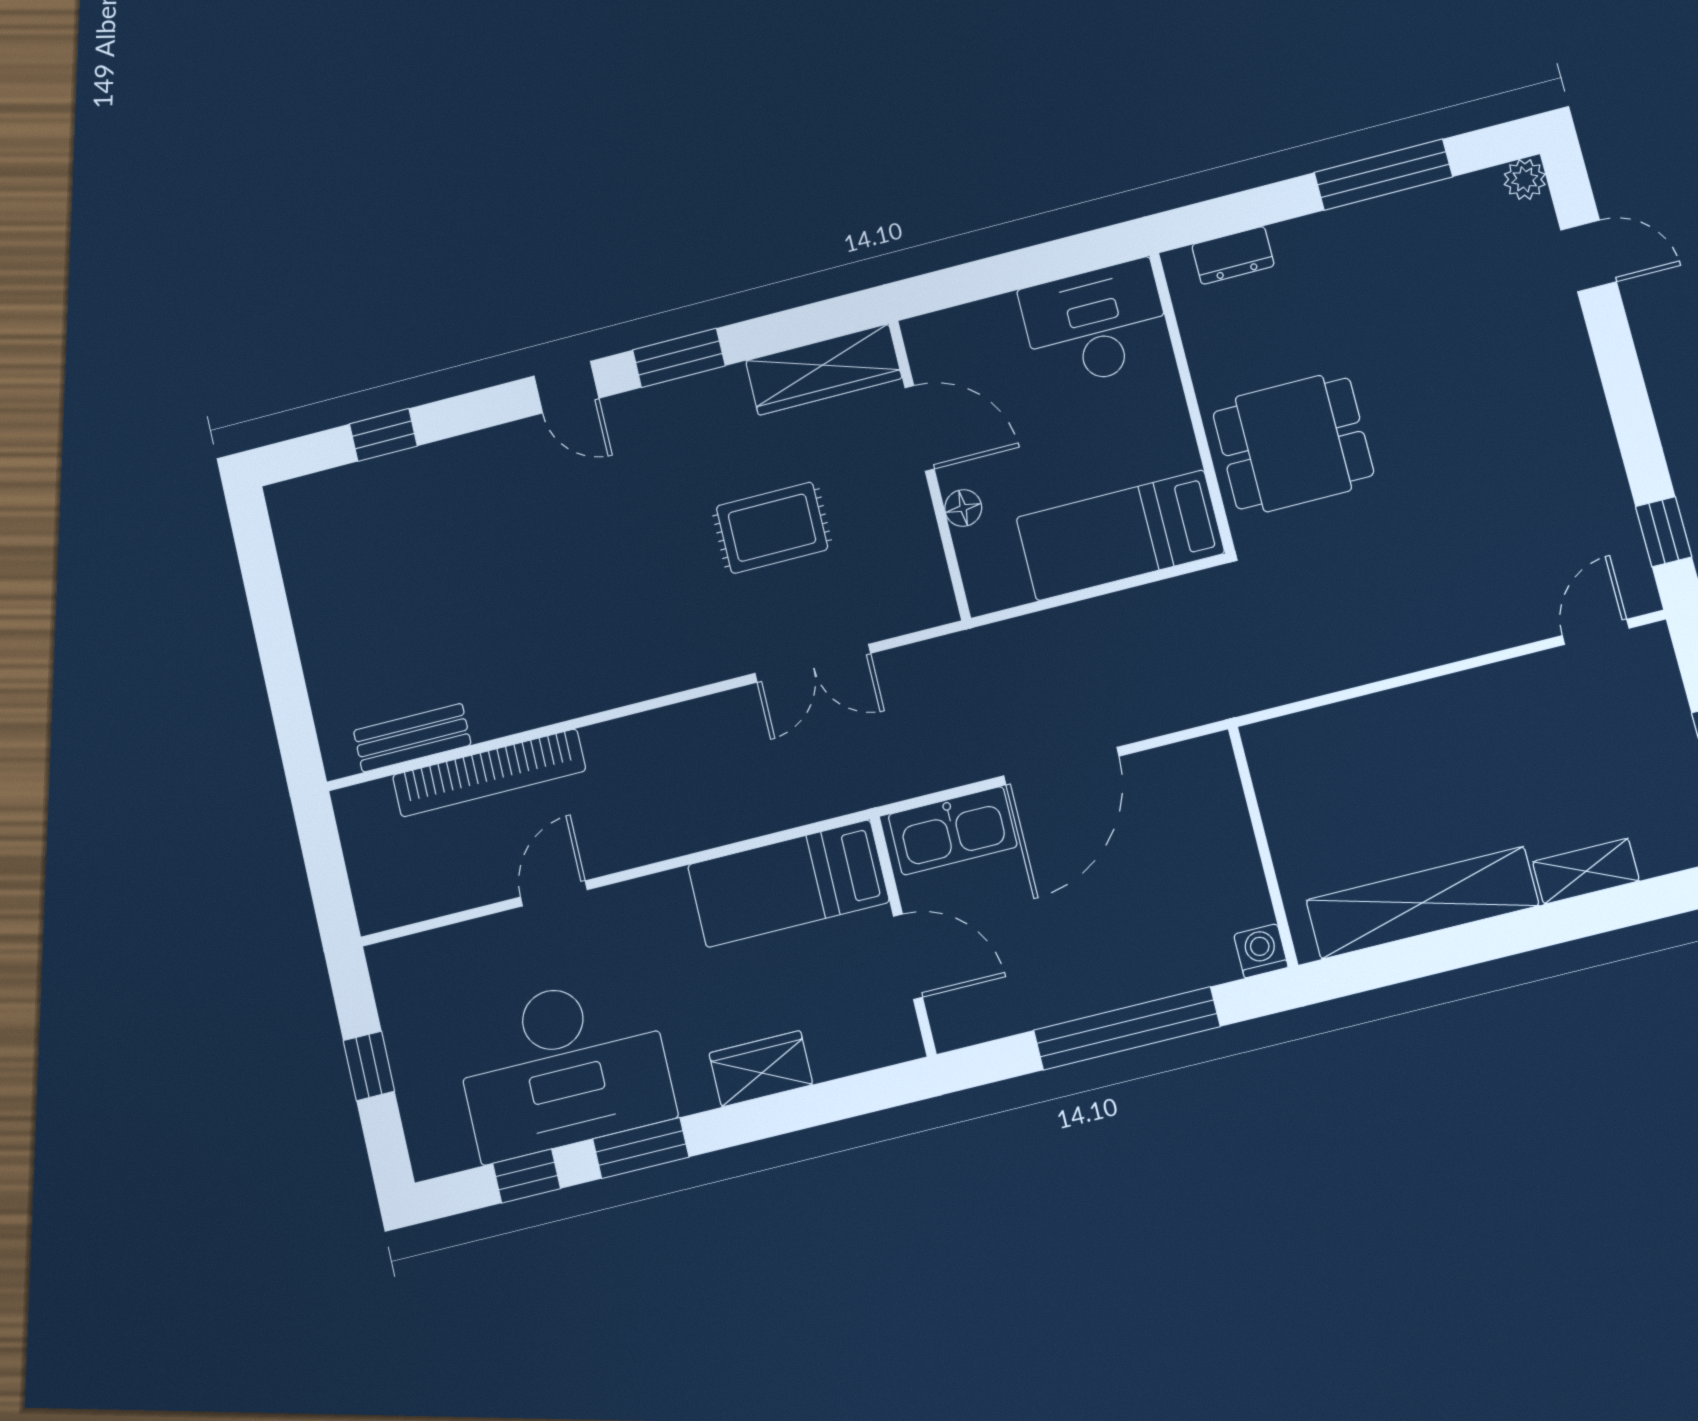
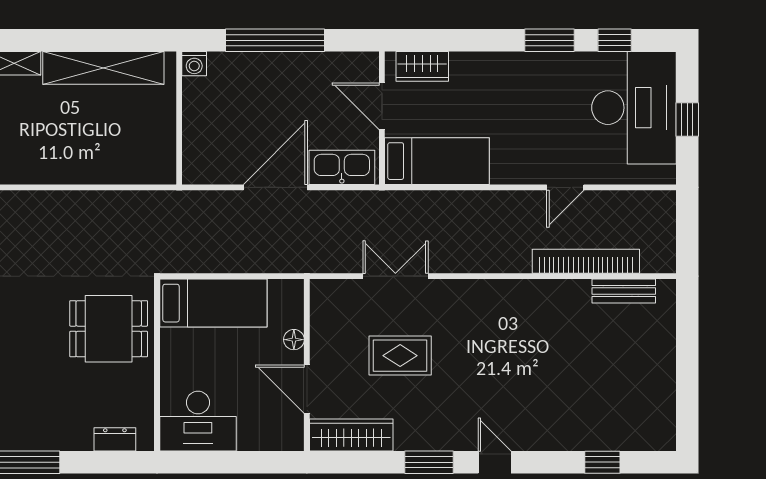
desk: (563, 1066) -> (634, 108), moved, turned 90
wardrobe: (761, 1069) -> (422, 66), moved

